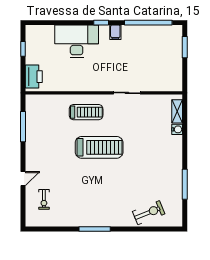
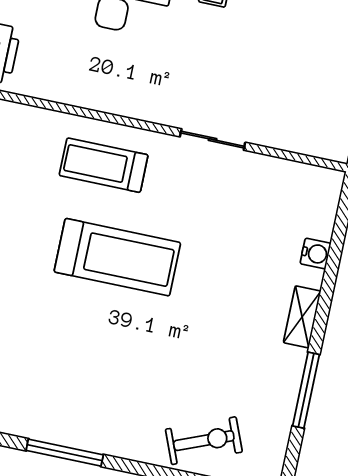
shelving: (177, 111) -> (302, 317), moved
treadmill: (86, 112) -> (104, 165), turned 180

